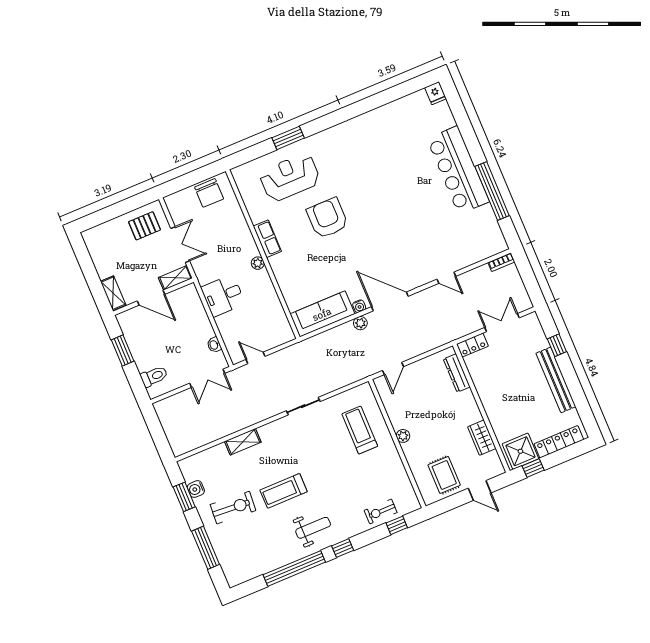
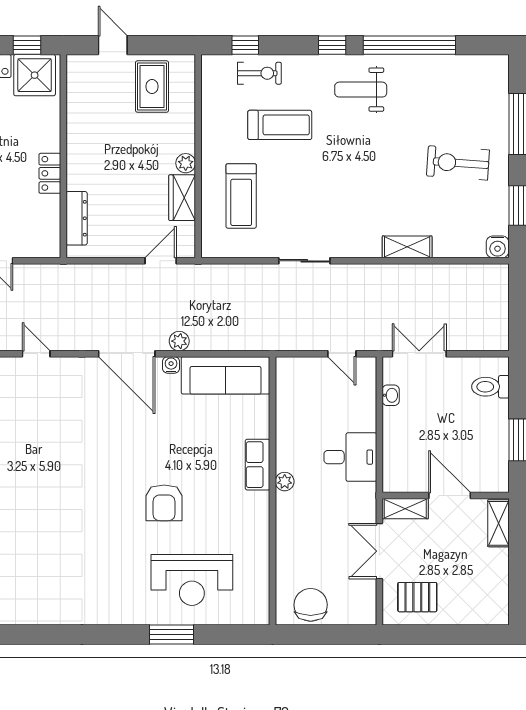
armchair: (327, 218) -> (164, 503), width x0.73, depth x0.73
row of seats: (267, 239) -> (258, 465), moved
locker: (472, 345) -> (50, 173), moved, turned -90
wardrobe: (482, 438) -> (182, 198), moved, turned 180
water cooler: (196, 489) -> (498, 247), moved, turned 90
treadmill: (284, 491) -> (280, 125), moved

